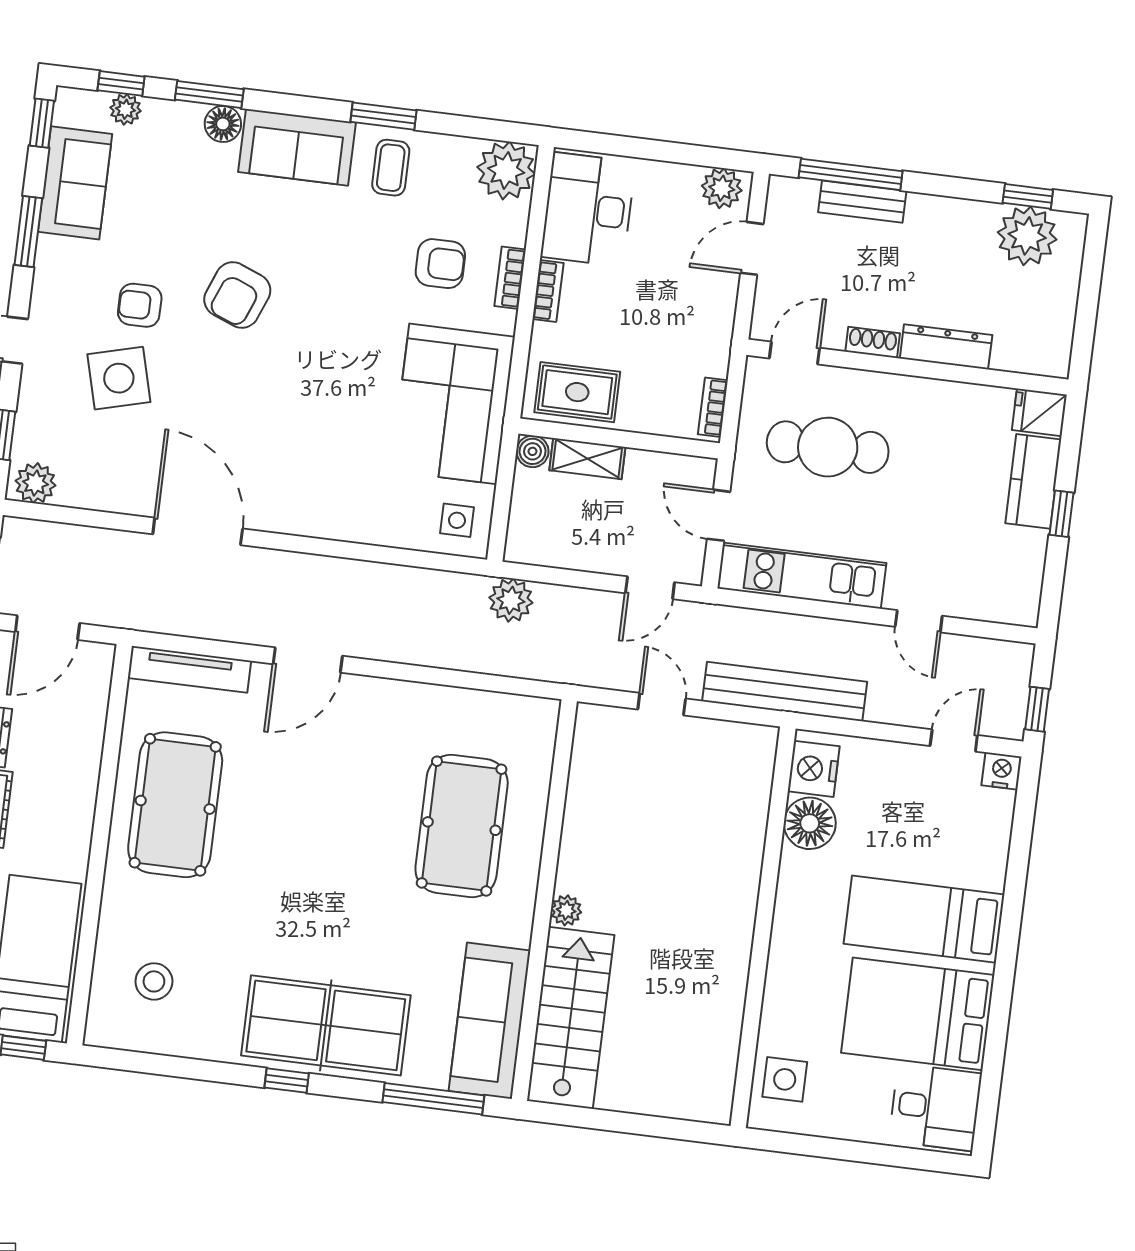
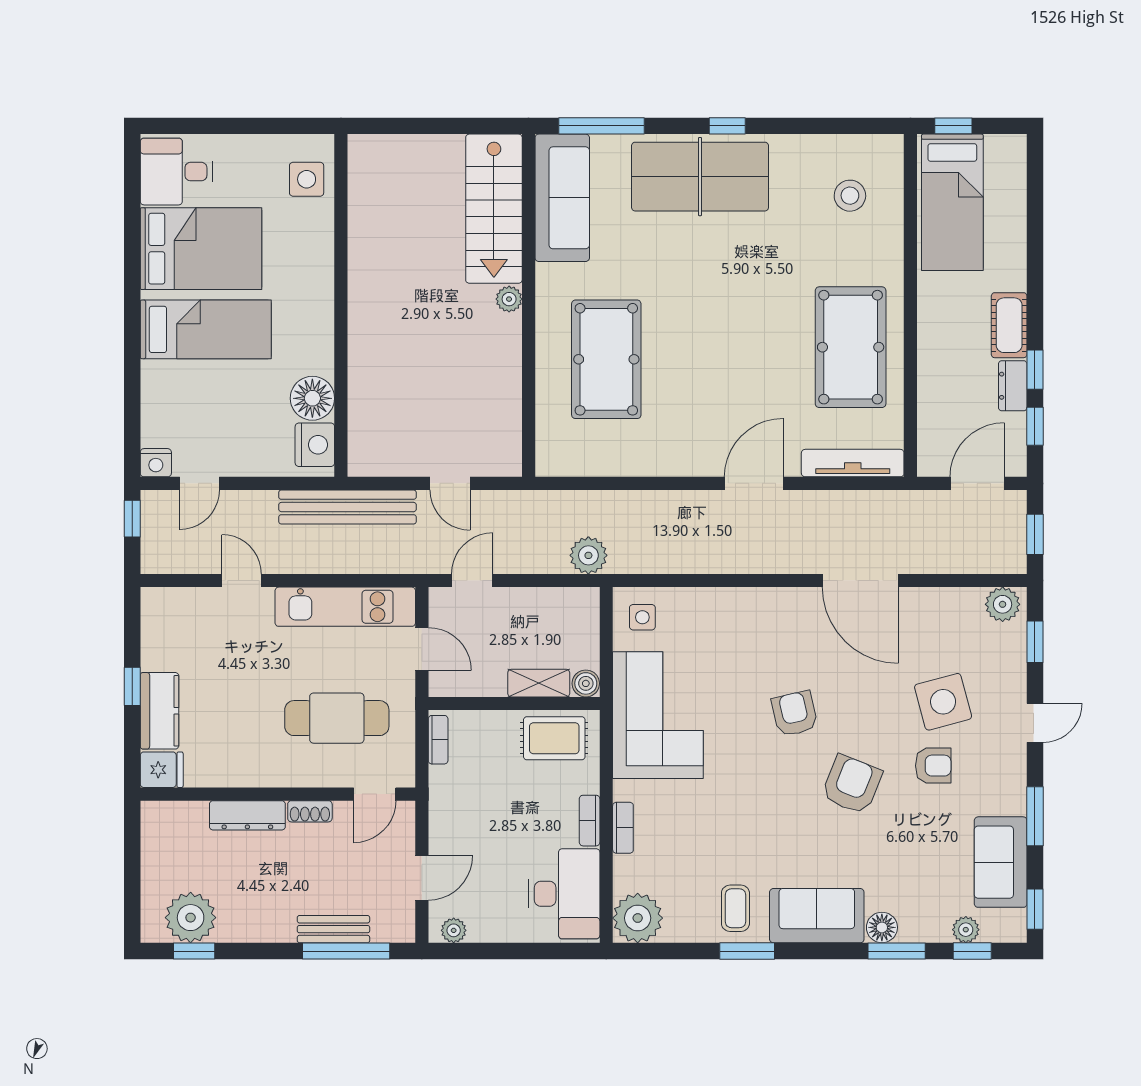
plant: (722, 188) -> (454, 930), width x0.73, depth x0.73
armchair: (440, 264) -> (795, 714), moved, turned 77

